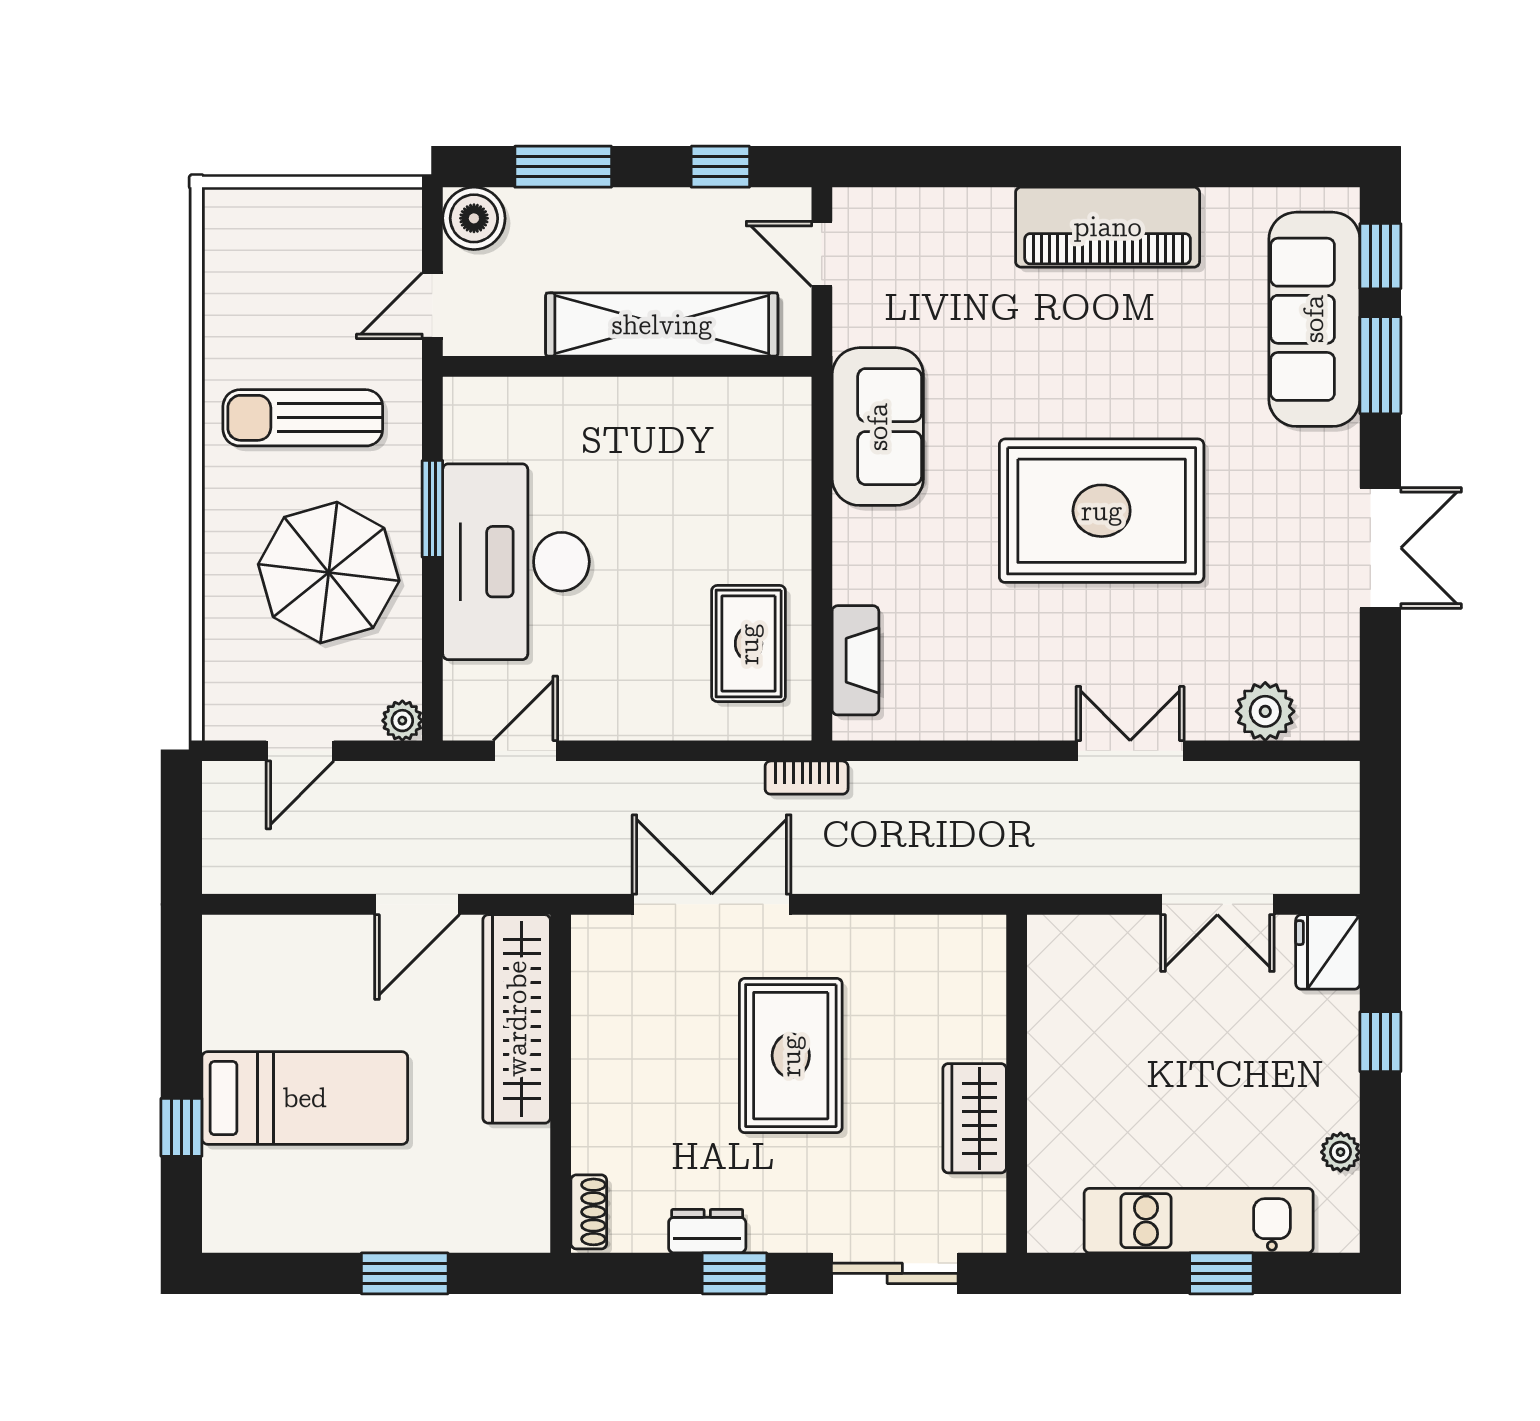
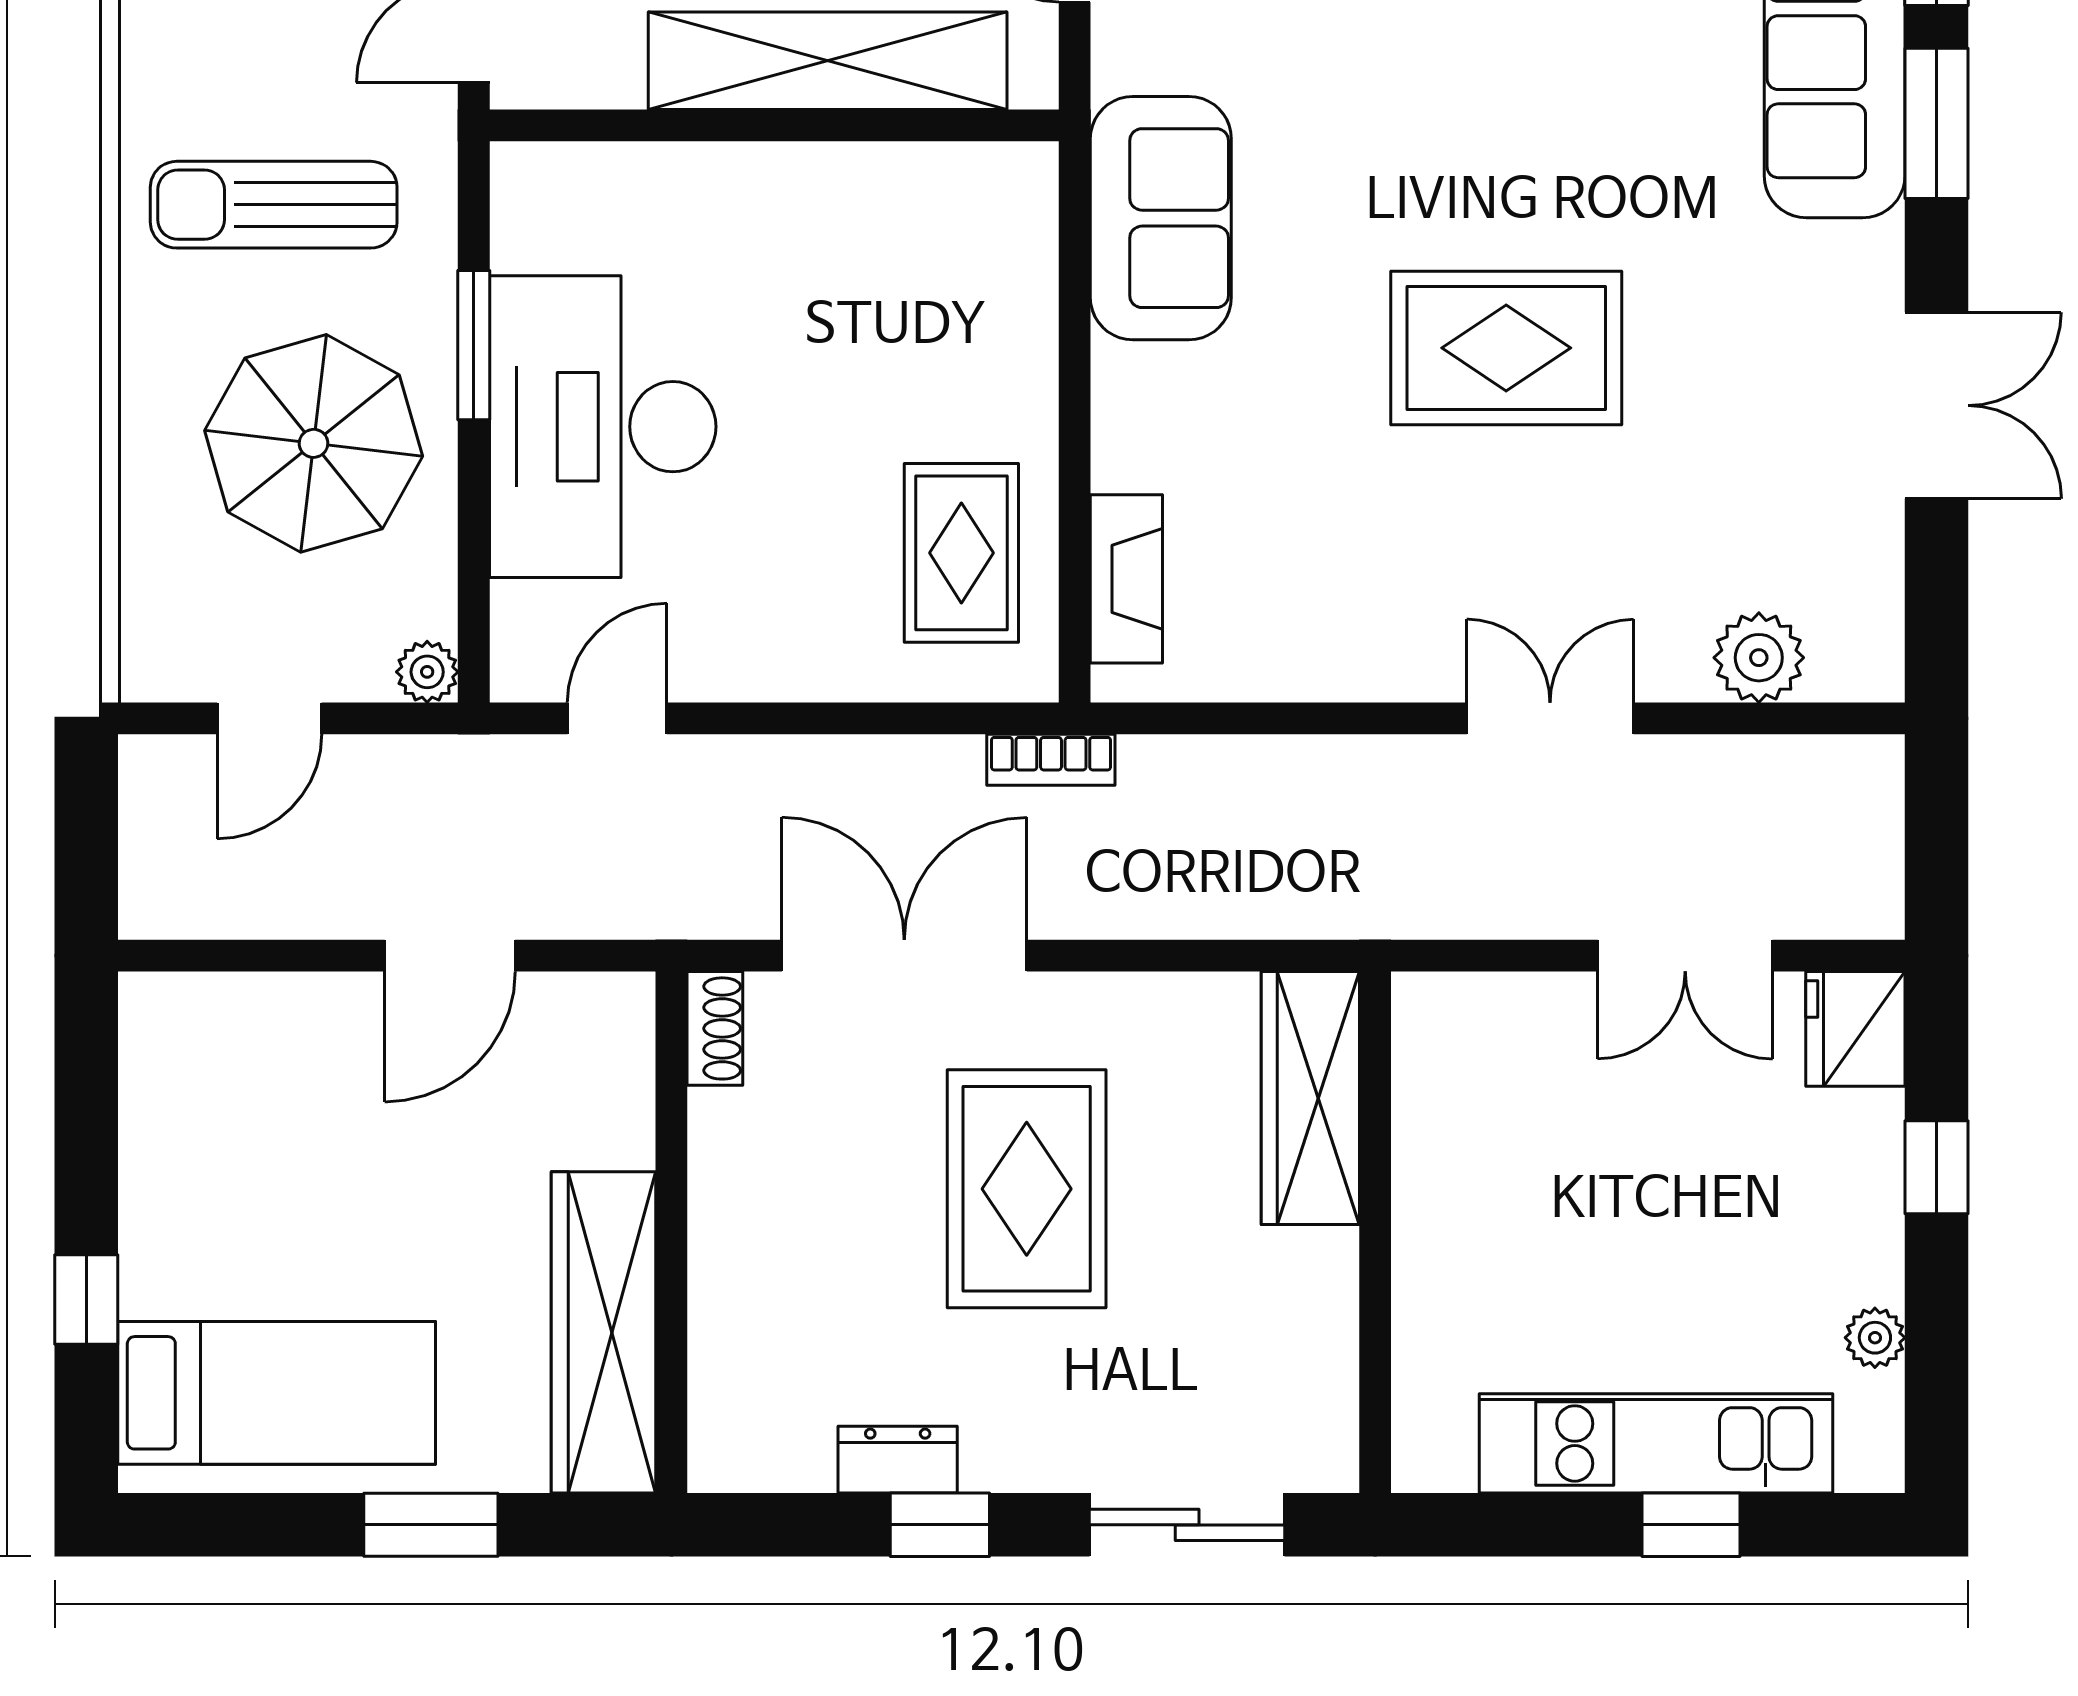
rug: (1102, 511) -> (1506, 348), width x0.73, depth x0.69
wardrobe: (517, 1019) -> (604, 1332), moved
bed: (305, 1098) -> (277, 1393), moved
wardrobe: (975, 1118) -> (1310, 1098), moved, width x1.50
shoe rack: (589, 1212) -> (715, 1028), moved

